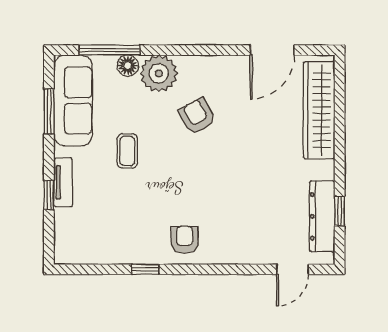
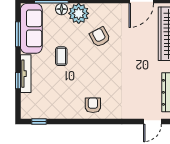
tv unit: (63, 182) -> (26, 74), width x1.41
window: (145, 269) -> (39, 122), moved

